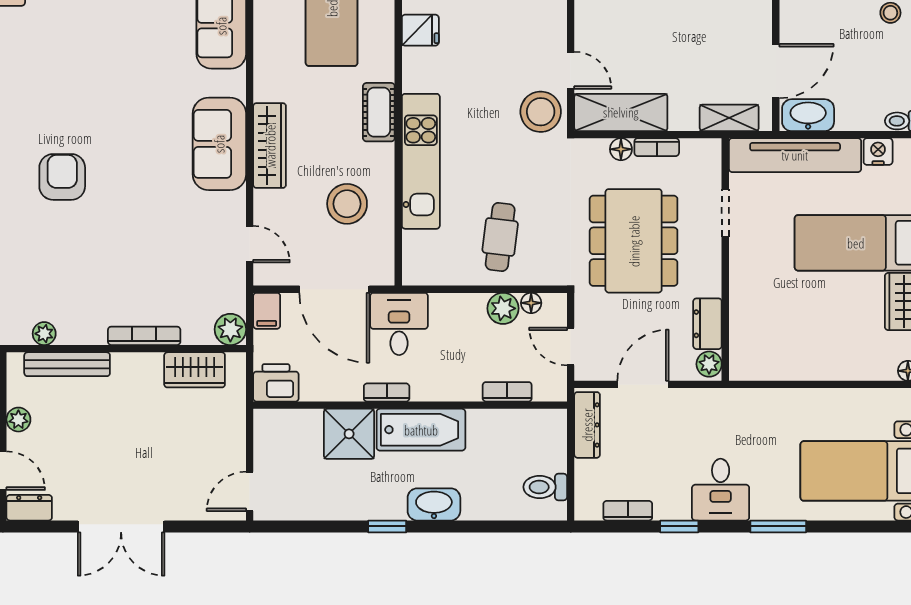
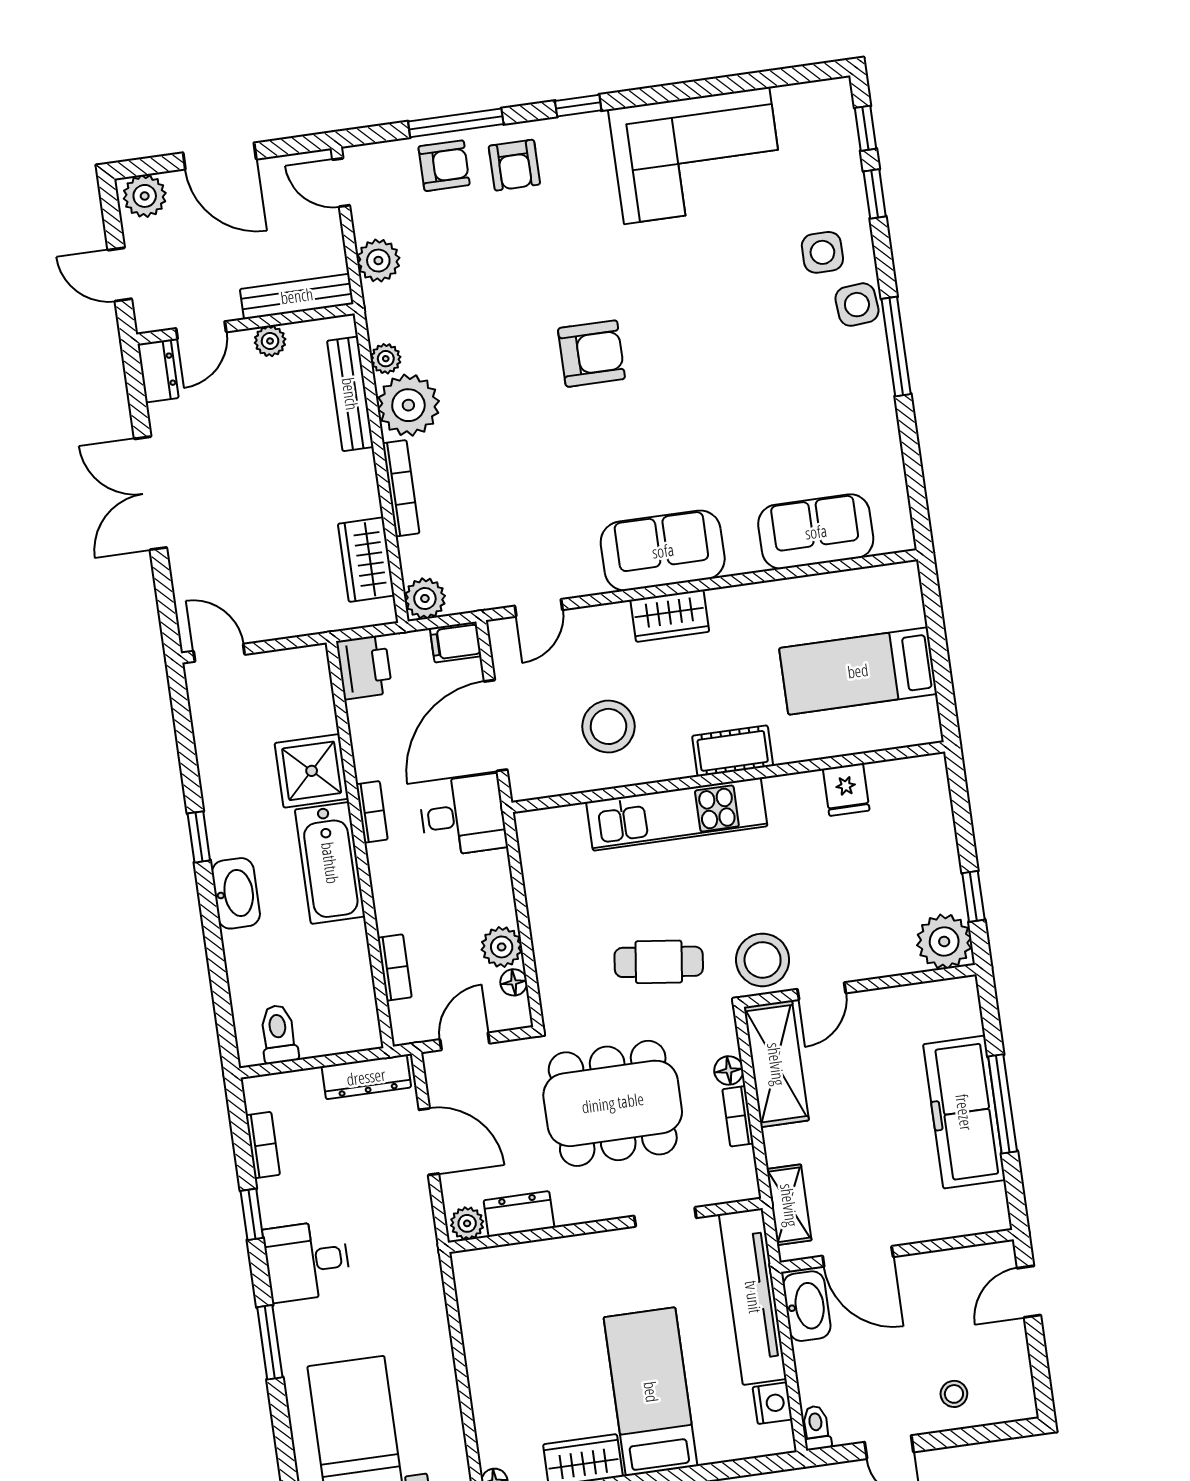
wardrobe: (270, 146) -> (670, 616), width x0.67
cafe table: (500, 237) -> (659, 962), moved
plant: (82, 321) -> (408, 405), added

